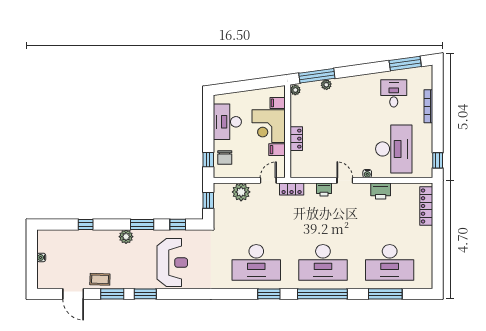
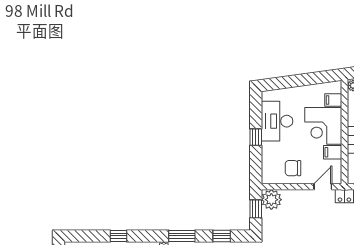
chair: (225, 158) -> (293, 168), moved, turned 90
window: (208, 160) -> (256, 137), moved
plant: (241, 192) -> (271, 200), moved

